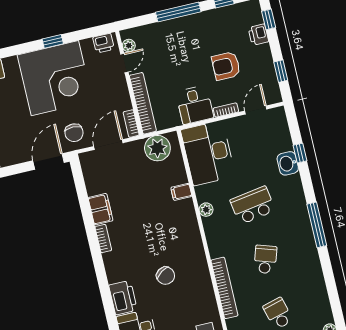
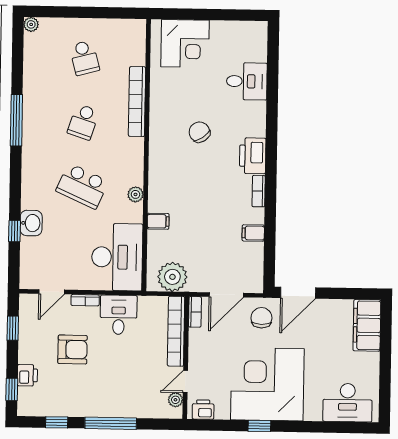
school desk: (253, 205) -> (82, 186), turned 33
filing cabinet: (101, 209) -> (253, 233), width x0.50
window: (317, 225) -> (16, 120), moved
printer: (123, 298) -> (253, 156), moved

